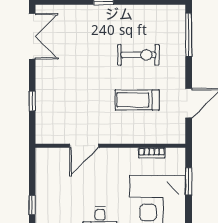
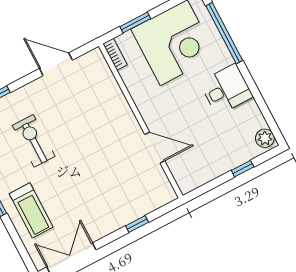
treadmill: (137, 100) -> (31, 210), moved
bookcase: (152, 153) -> (115, 54), moved

